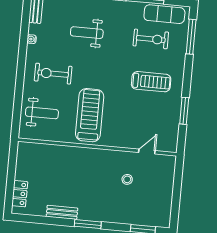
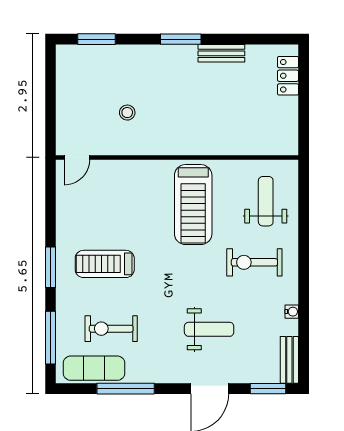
exercise bike: (53, 74) -> (254, 262), turned 180
window: (184, 111) -> (51, 267), moved
weight bench: (42, 113) -> (266, 201), turned 90
door: (147, 152) -> (77, 157), moved

